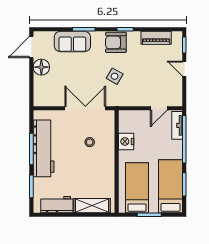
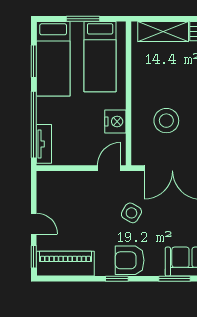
piano: (156, 38) -> (65, 264), width x1.37, depth x1.33
armchair: (116, 42) -> (130, 260), turned 180
door: (159, 108) -> (109, 168), moved
stool: (90, 142) -> (166, 121), width x1.89, depth x1.89

